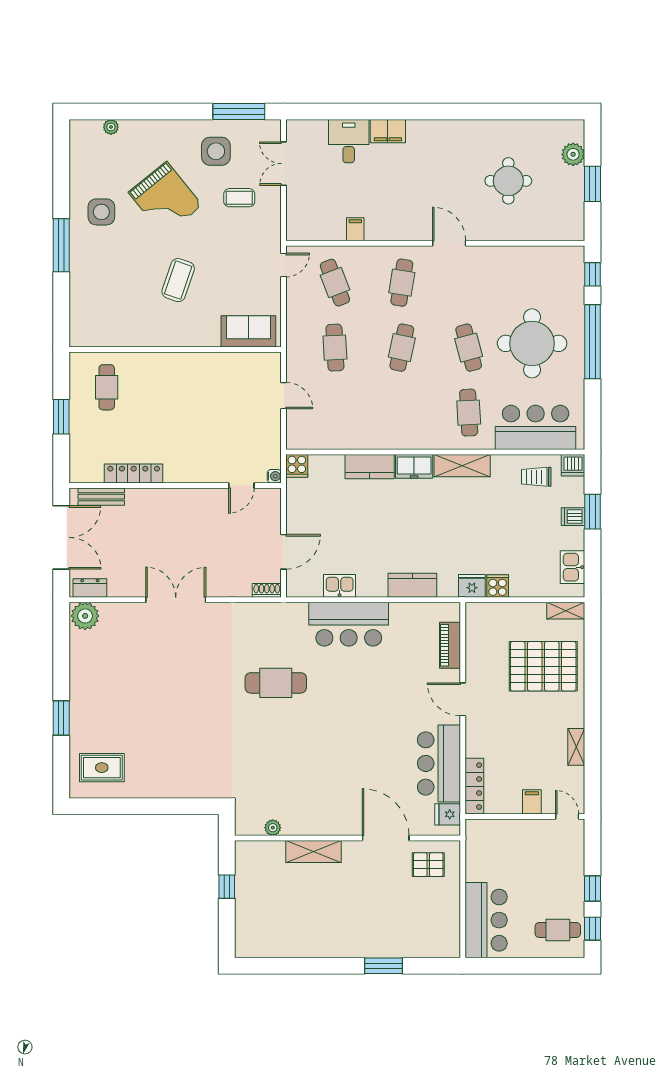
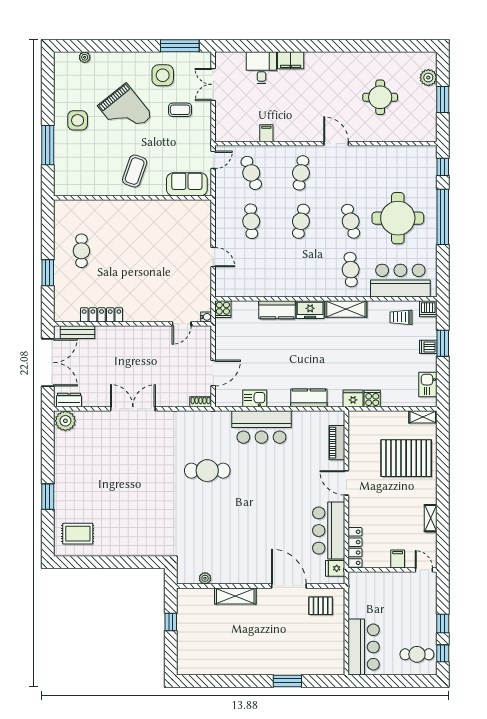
sofa: (248, 331) -> (187, 184), moved
wall: (175, 350) -> (132, 198), moved

